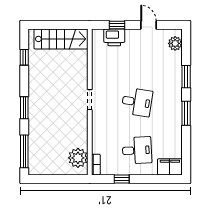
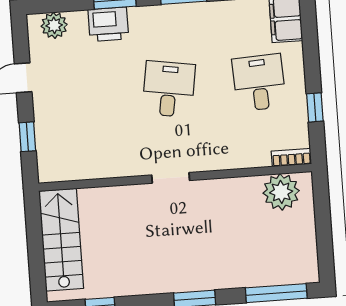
printer: (114, 37) -> (108, 24), moved, turned 90

